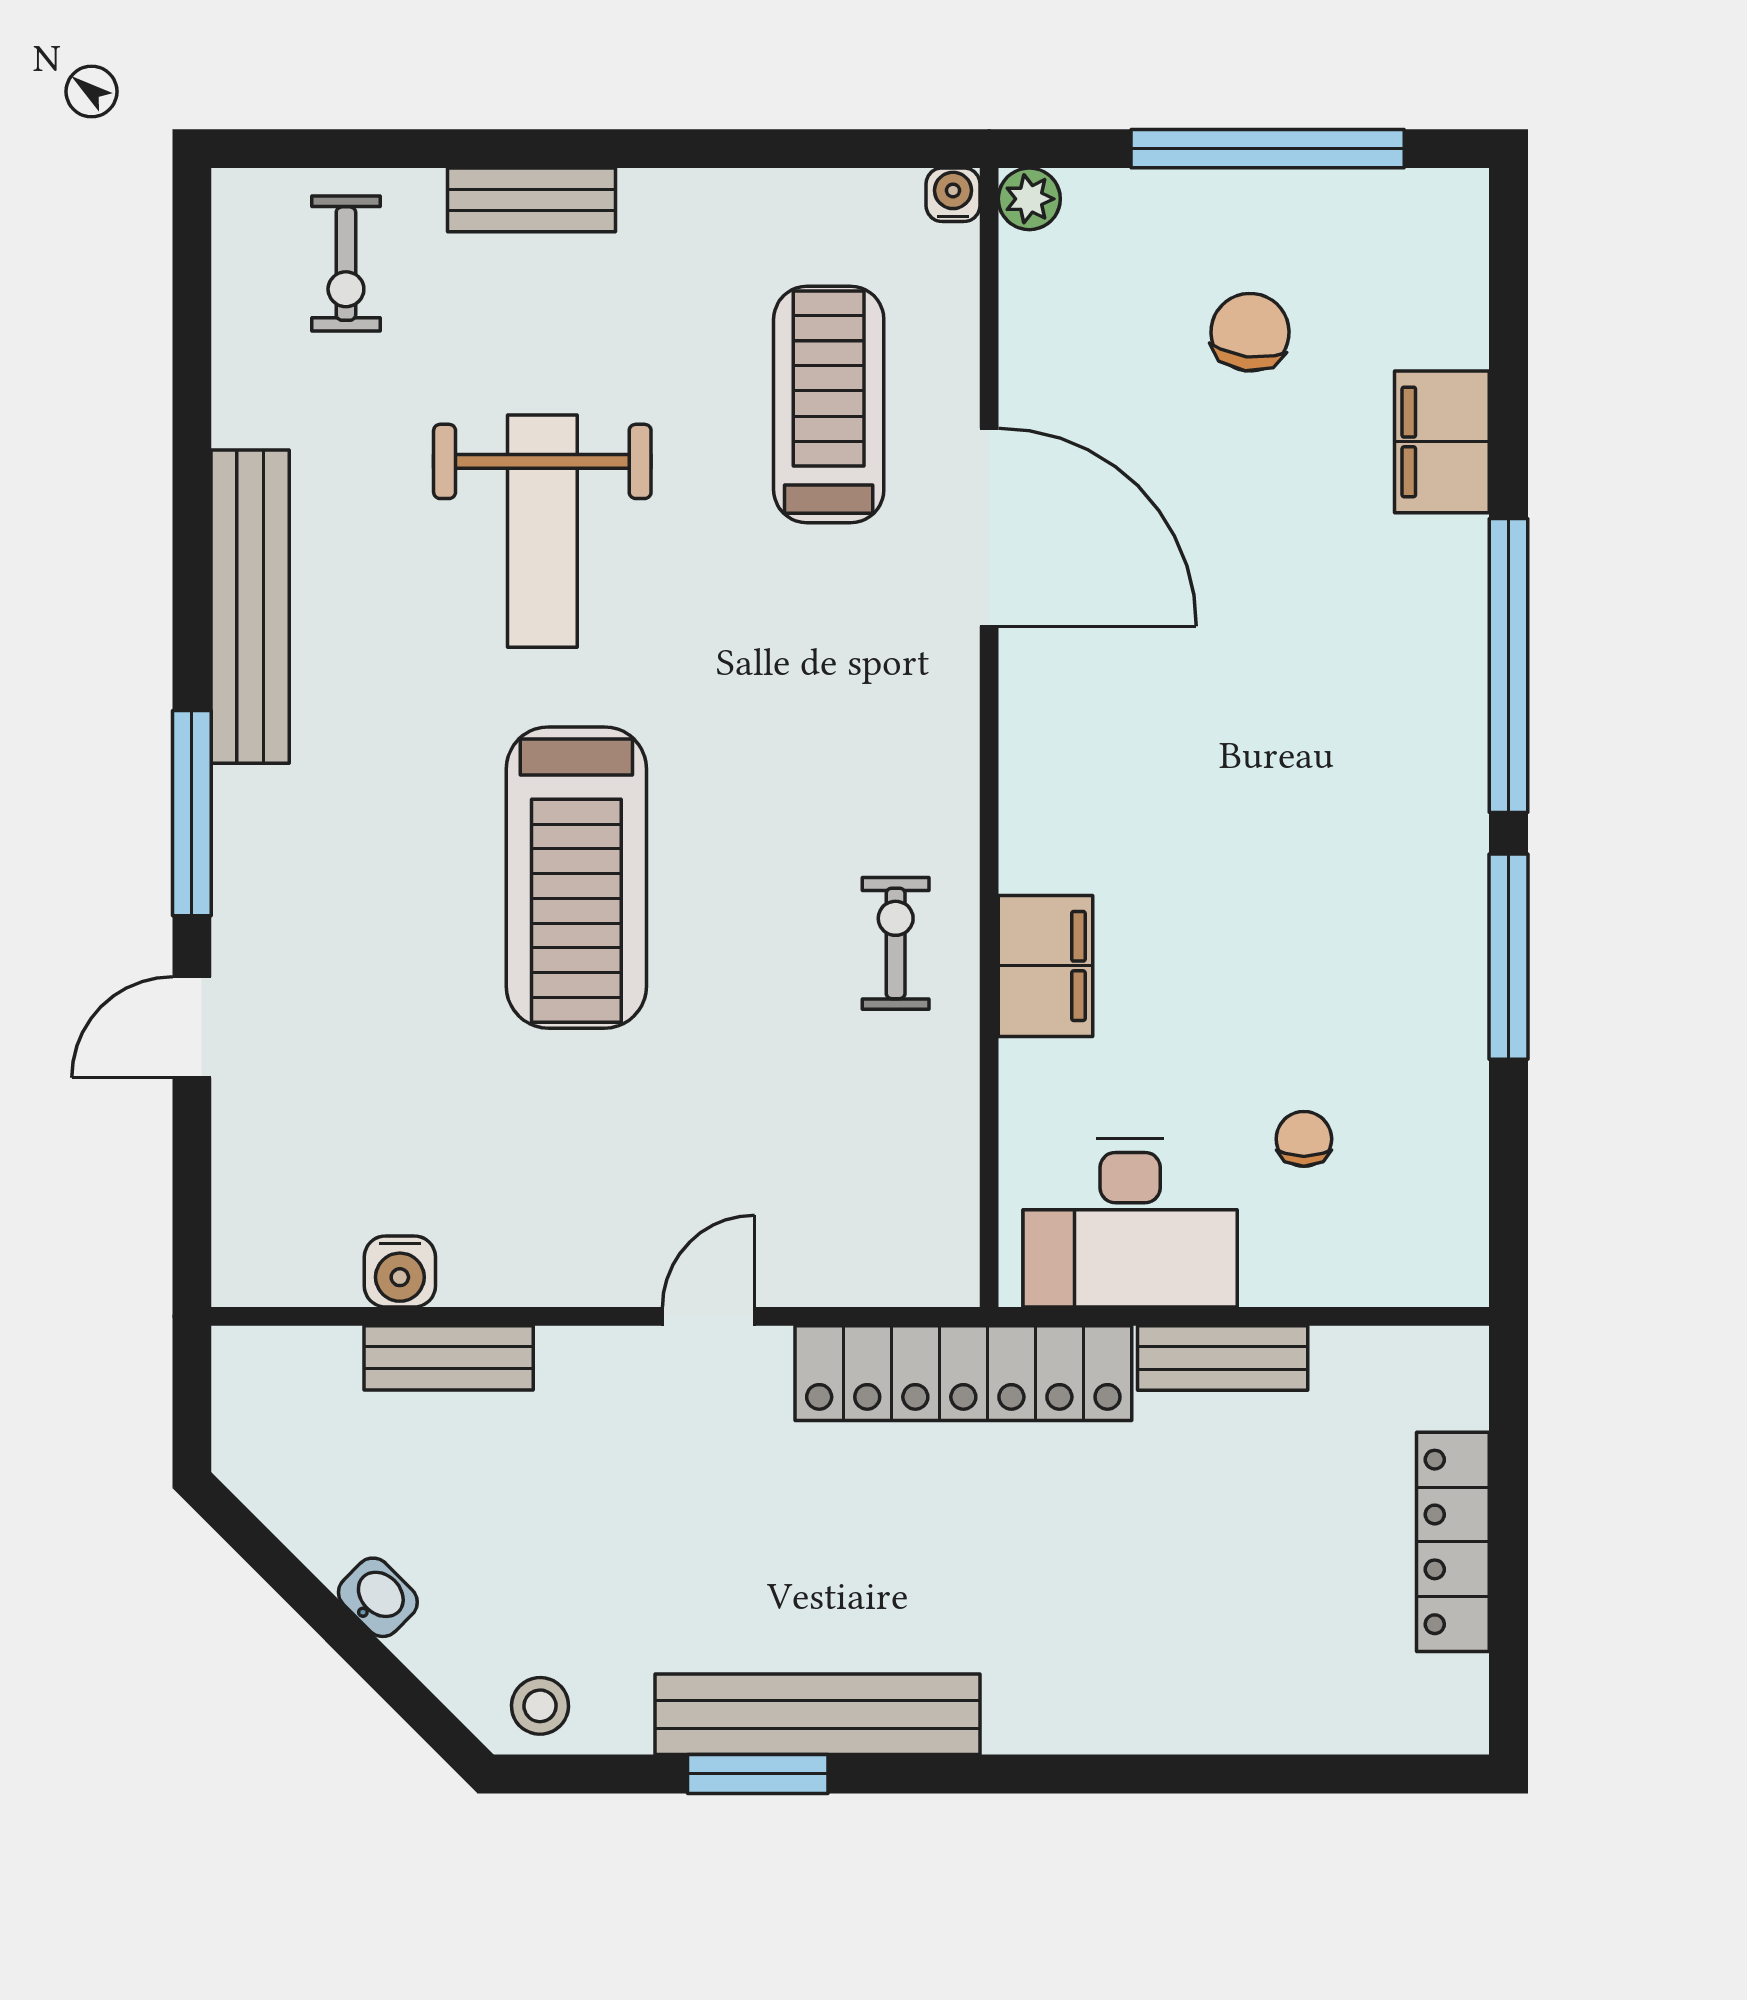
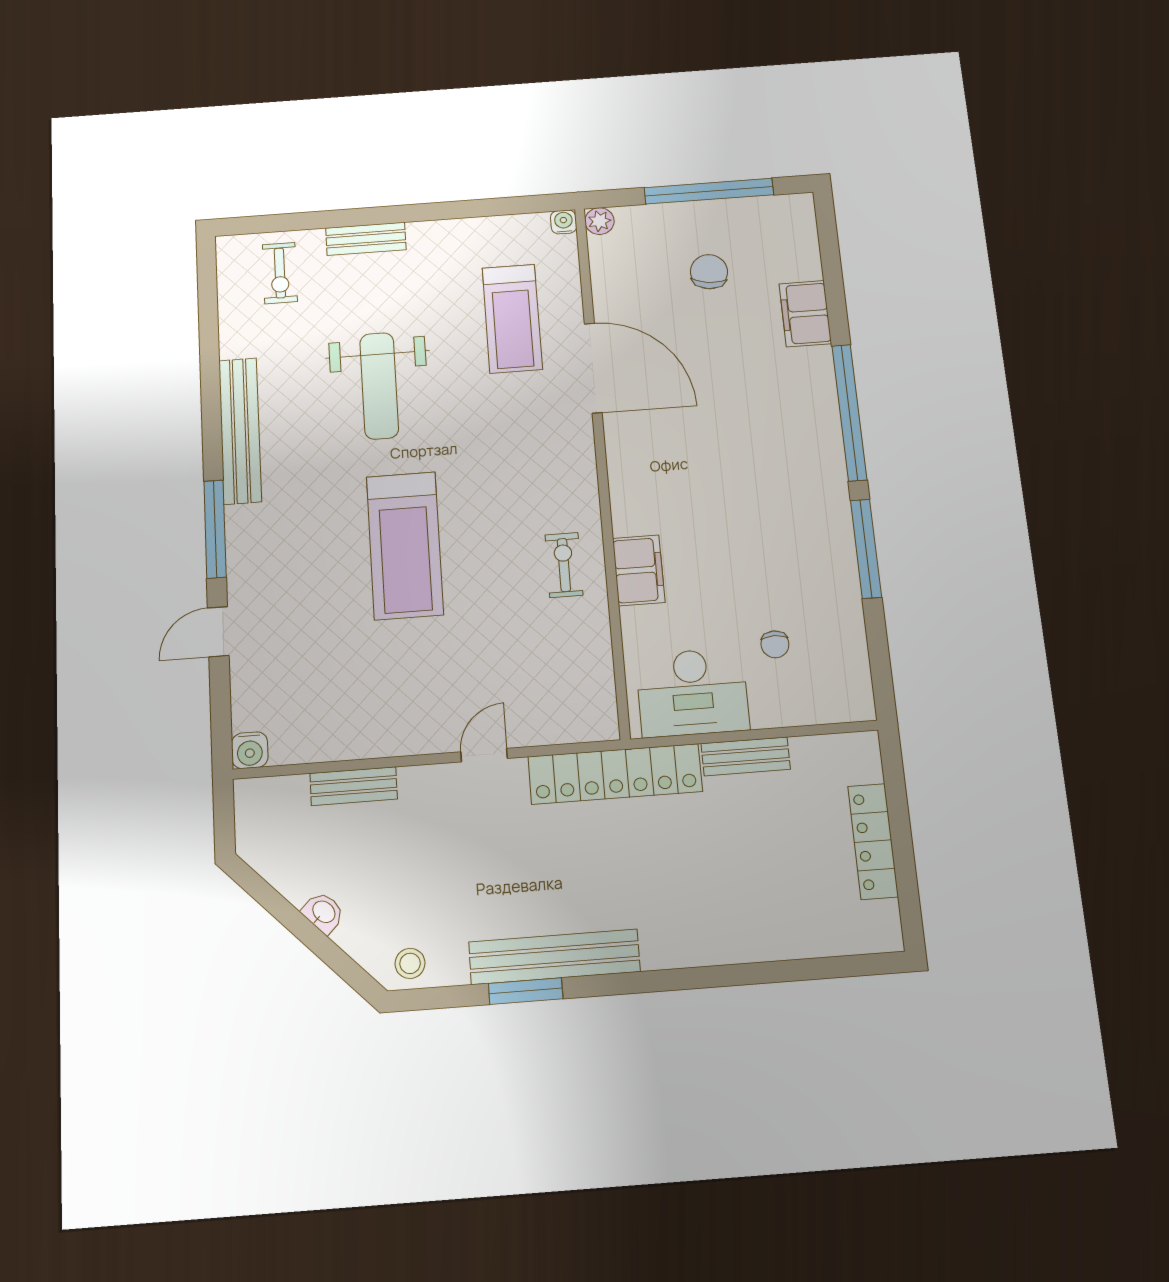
treadmill: (829, 405) -> (512, 319), turned 180
chair: (1304, 1139) -> (775, 644), turned 180
water cooler: (400, 1271) -> (250, 750), moved

